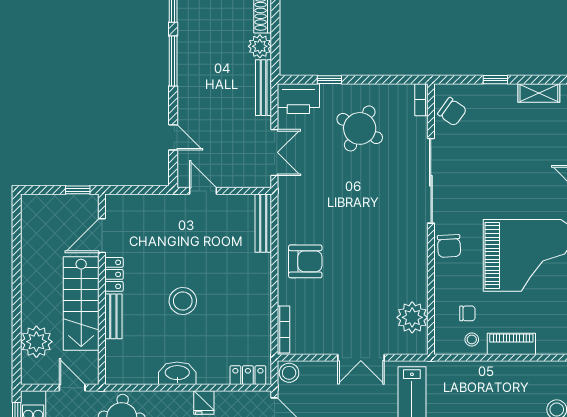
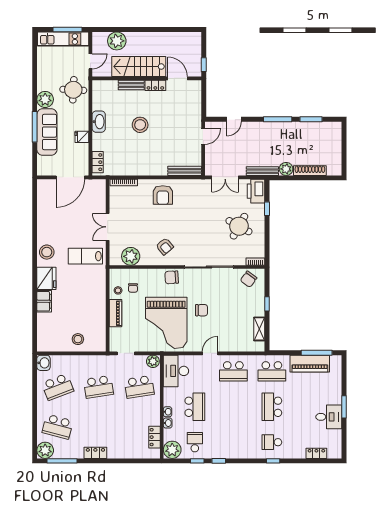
chair: (506, 194) -> (202, 310), added
armchair: (395, 258) -> (165, 246), added
stool: (289, 373) -> (99, 186), removed

